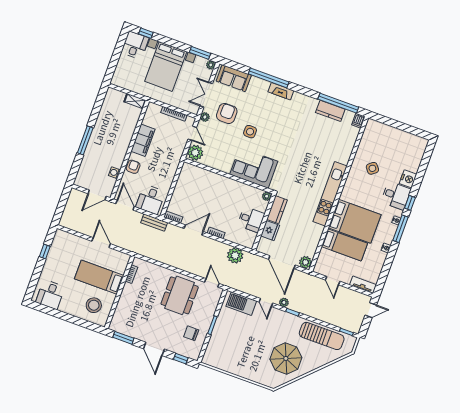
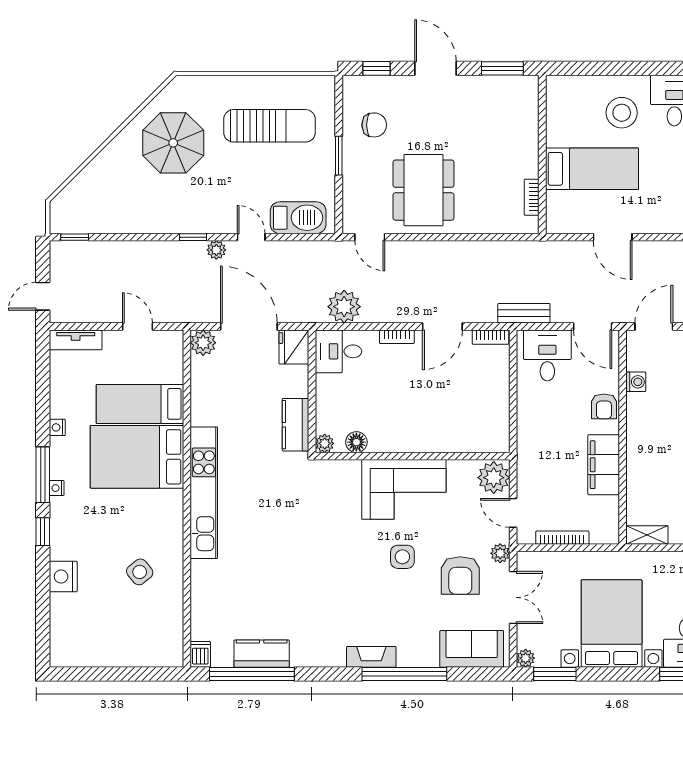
corner sofa: (254, 168) -> (404, 489), moved
floor lamp: (252, 192) -> (356, 442), added
desk: (396, 196) -> (75, 536), removed
desk: (251, 220) -> (339, 351), moved
fridge: (270, 231) -> (294, 347), moved
stool: (94, 305) -> (622, 113), moved
sun lounger: (322, 336) -> (270, 126), moved, turned 180

